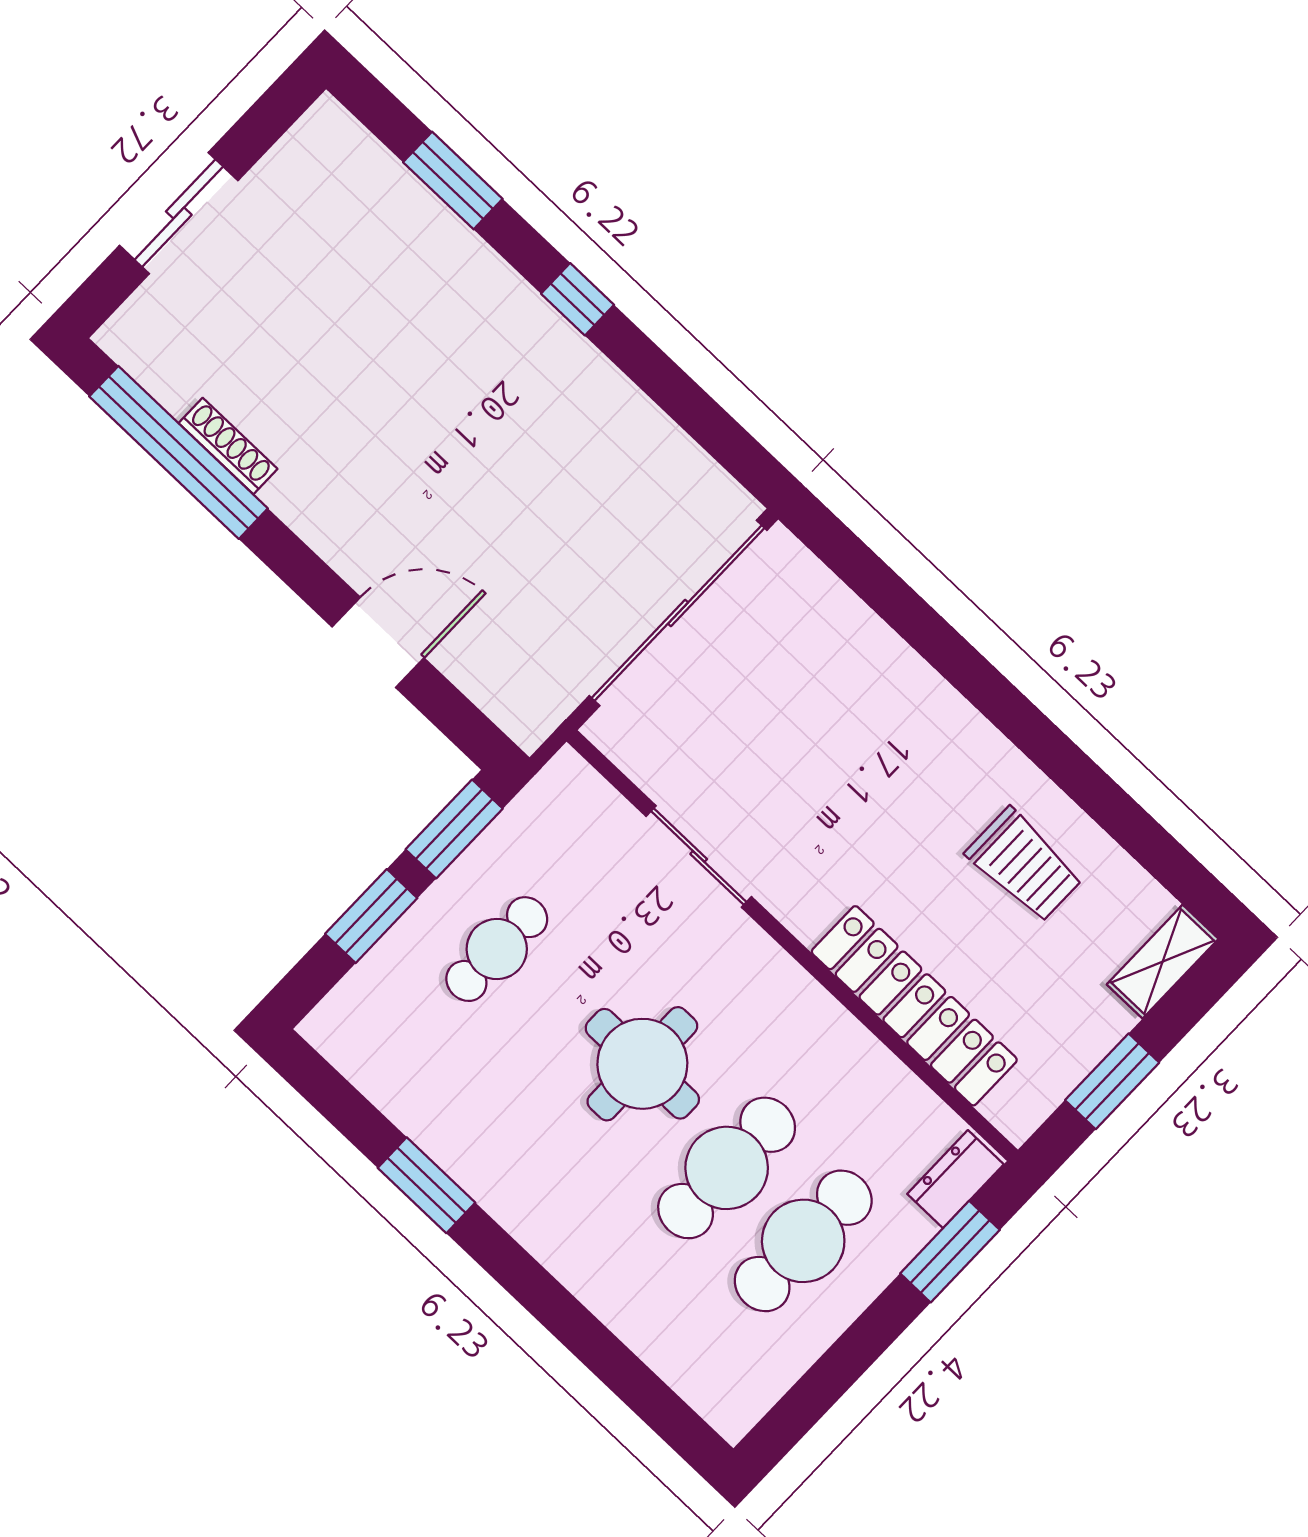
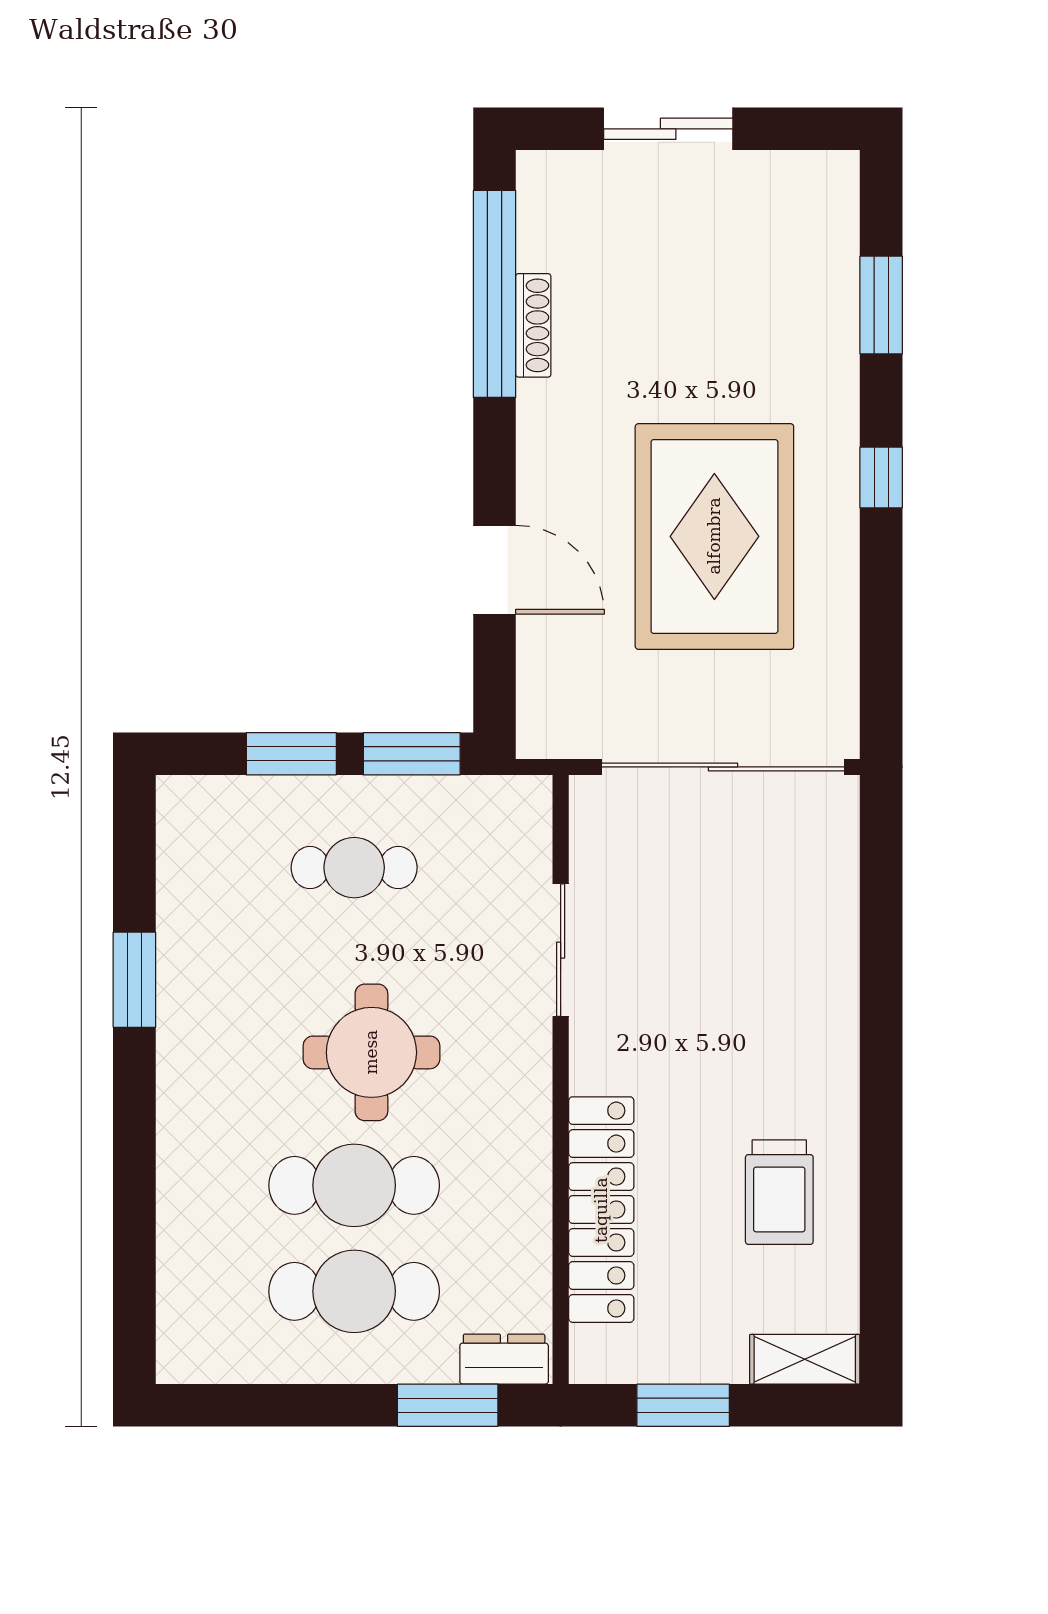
rug: (505, 460) -> (714, 536), added

